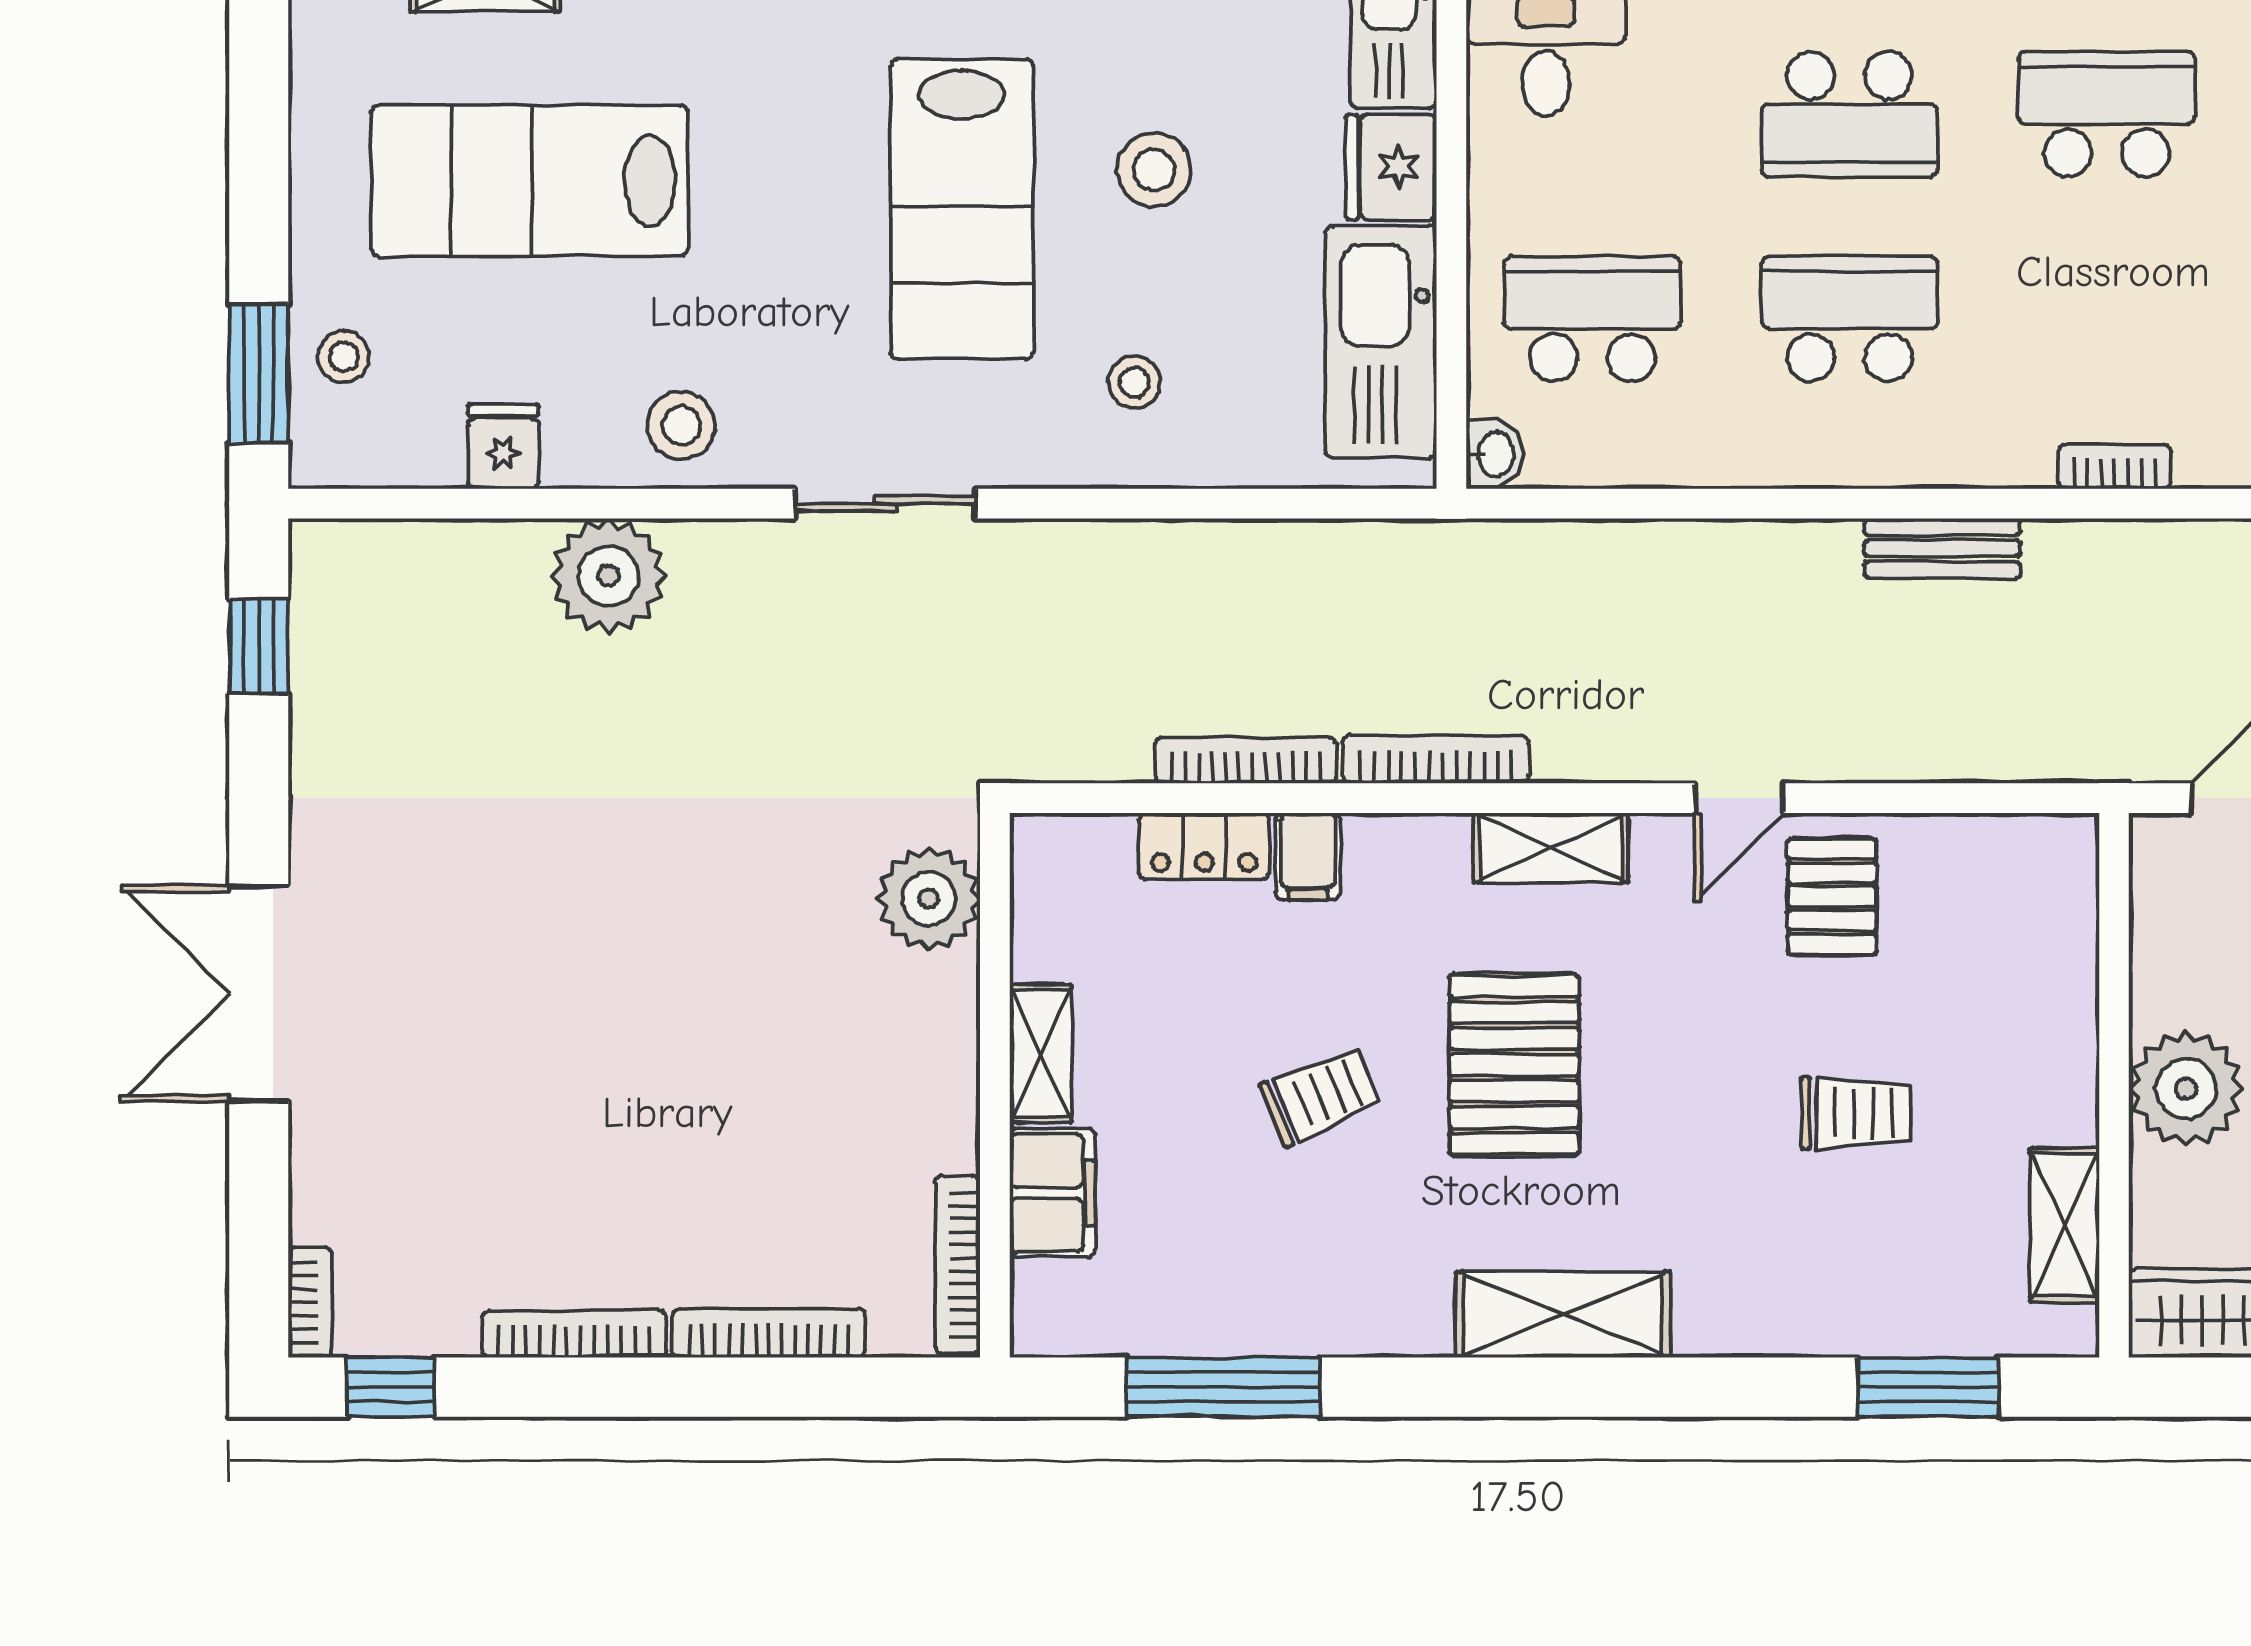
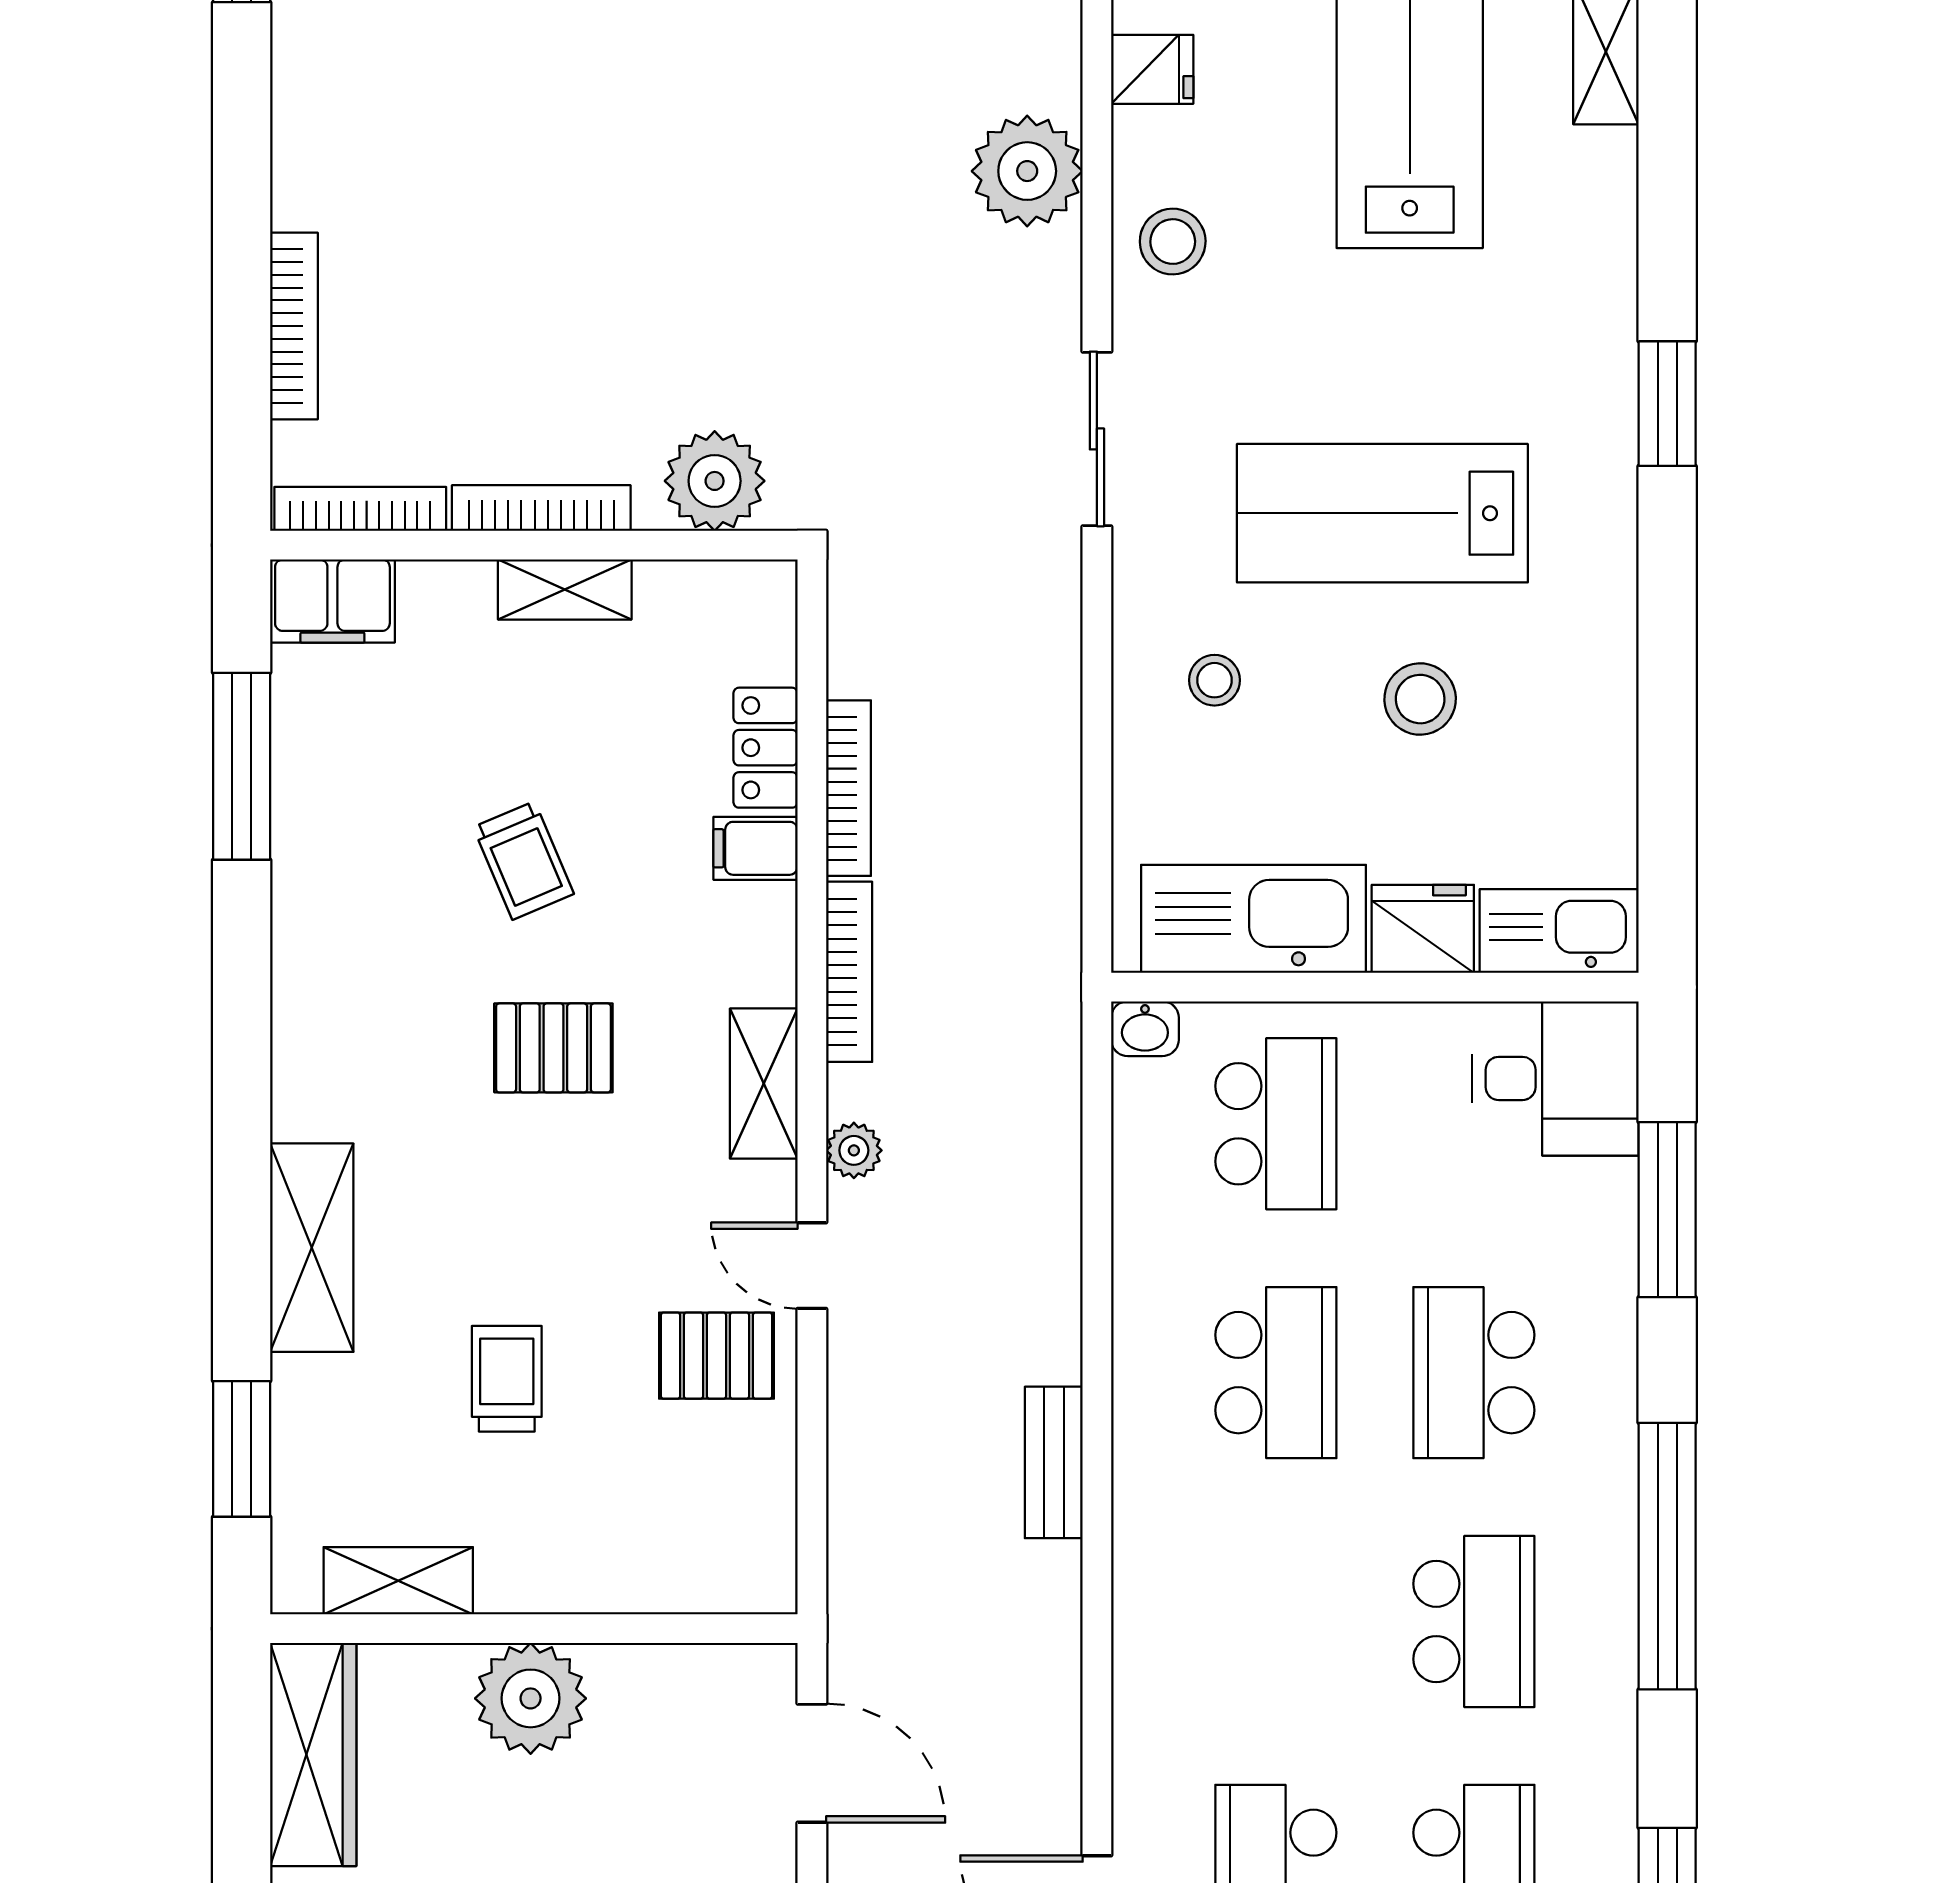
bookcase: (2115, 466) -> (1133, 1629), removed
plant: (1620, 755) -> (854, 1150), added
pallet: (1514, 1065) -> (553, 1048), width x0.67, depth x0.71
trolley: (1856, 1113) -> (507, 1379), turned 180
filing cabinet: (1053, 1193) -> (332, 601), moved
shelving: (1563, 1315) -> (312, 1248), moved
bookcase: (574, 1334) -> (541, 508), moved, turned -90

